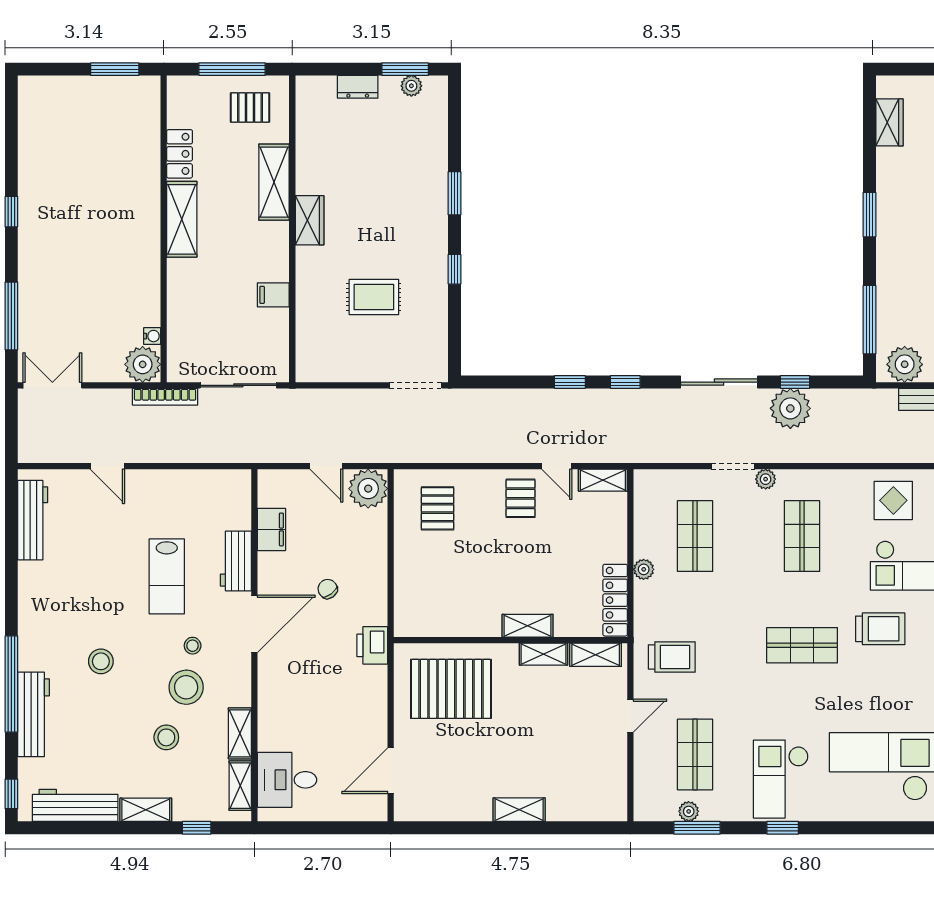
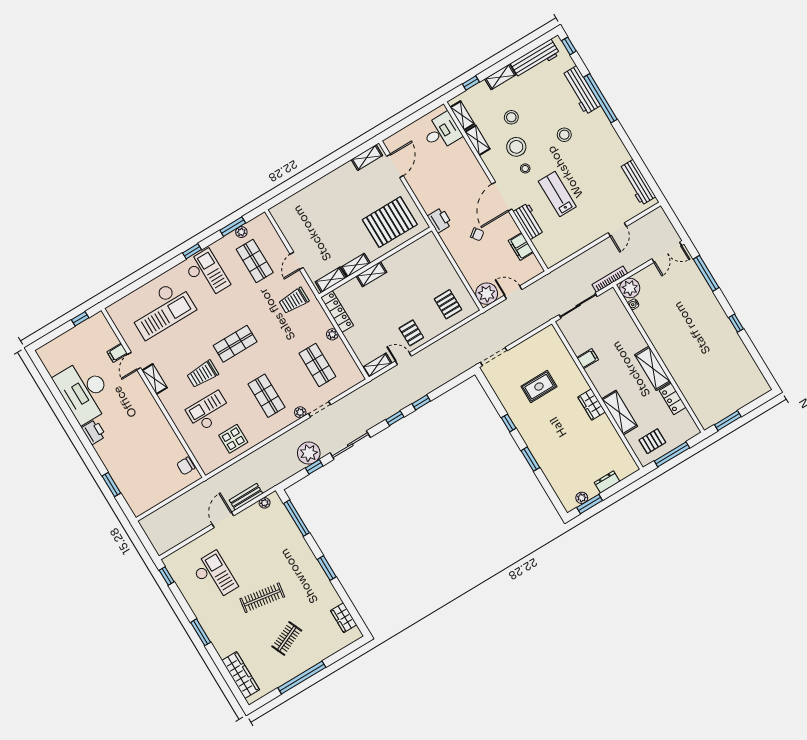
plant: (905, 364) -> (265, 503), width x0.53, depth x0.53
door: (107, 466) -> (617, 230), swing flipped
shelving: (519, 810) -> (367, 157), moved

